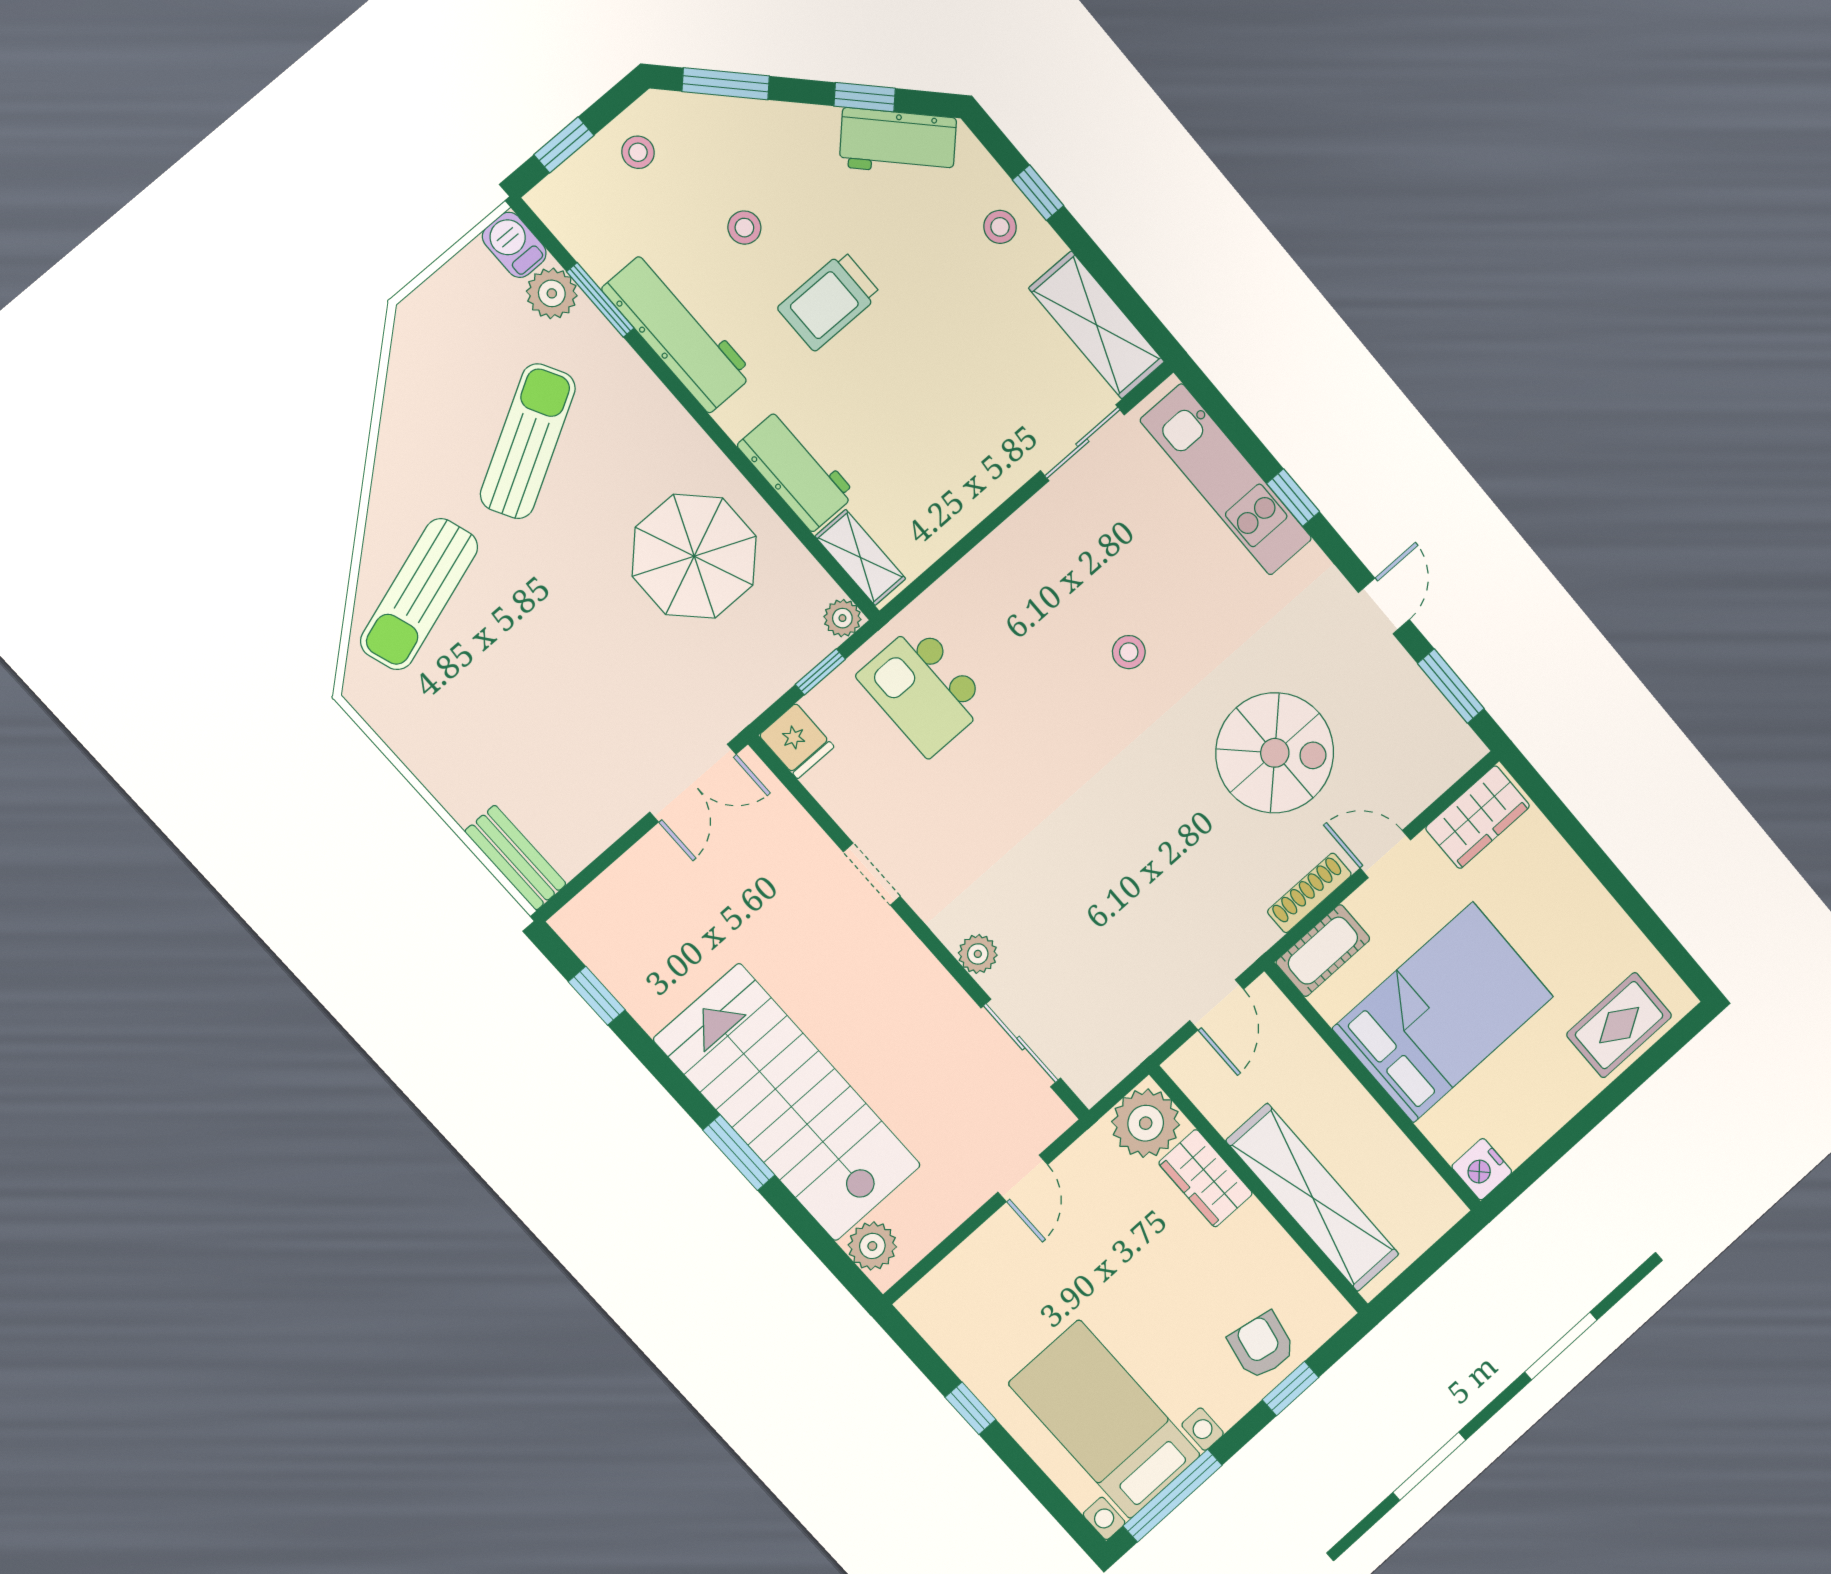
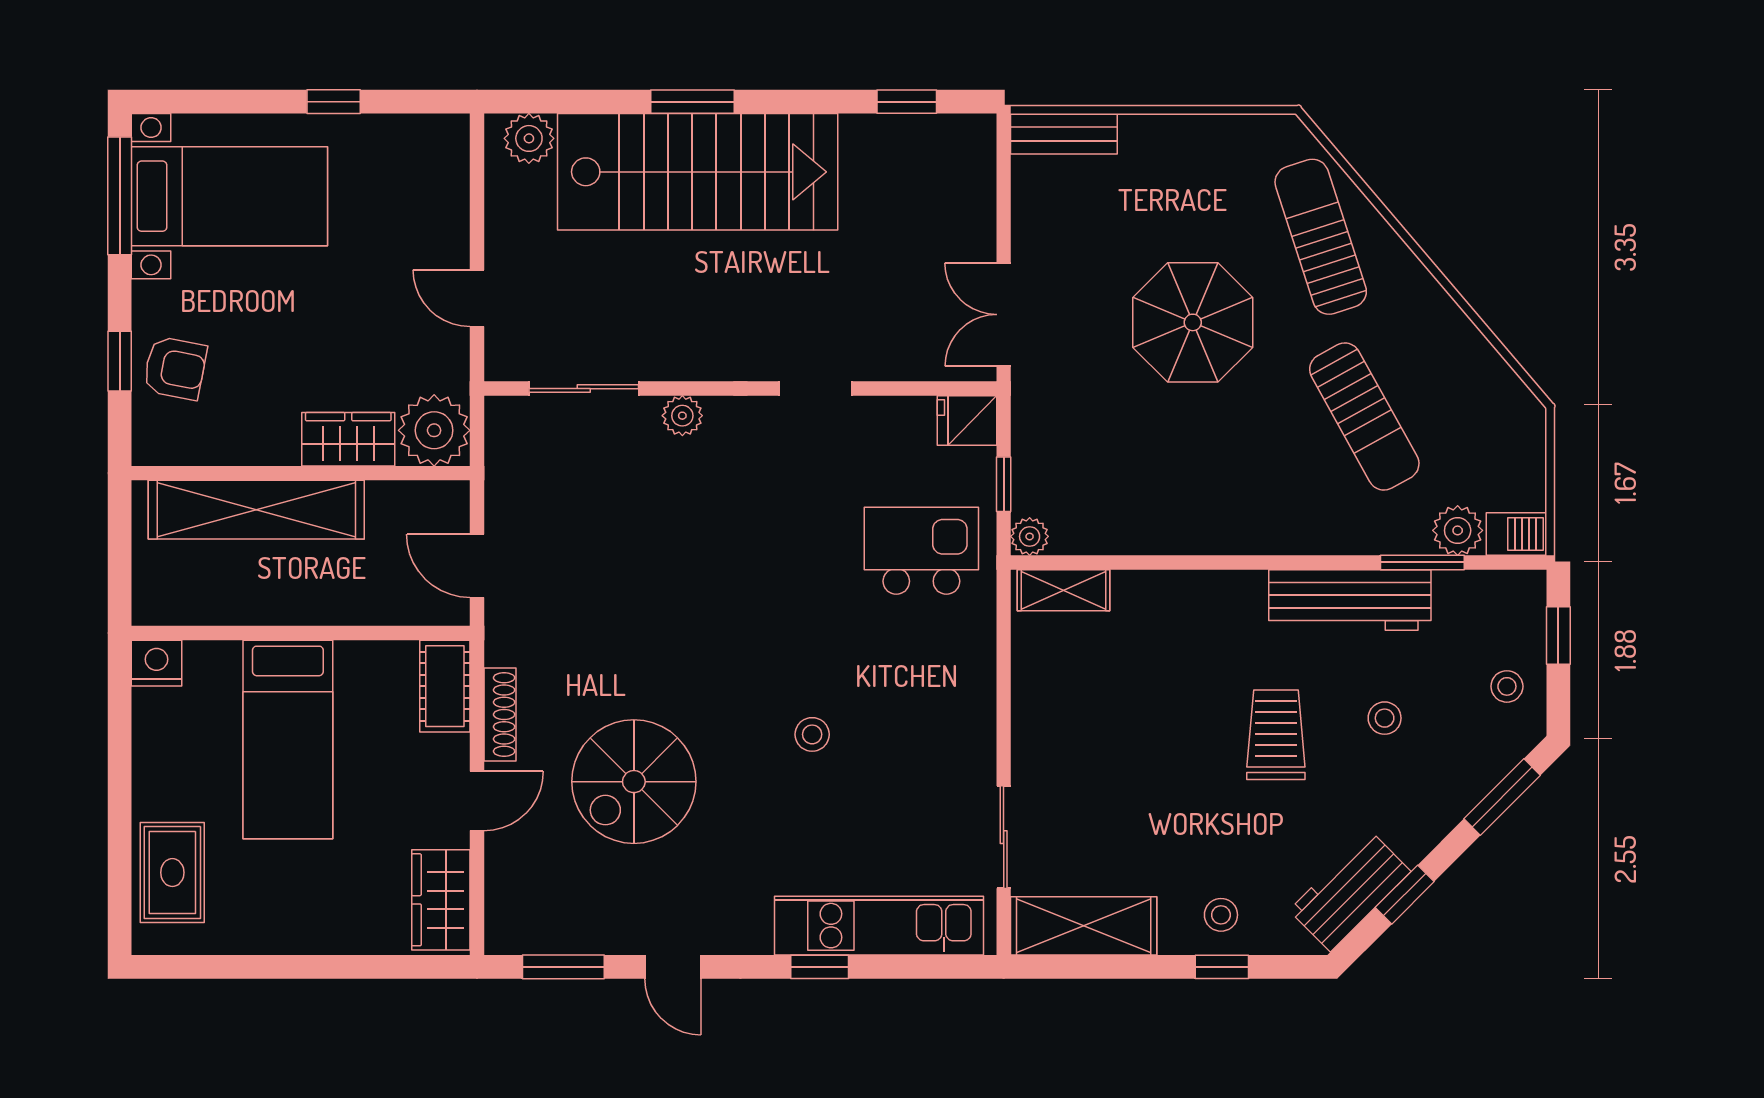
workbench: (797, 470) -> (1171, 599), removed
parasol: (694, 556) -> (1193, 322), moved
bed: (1443, 1012) -> (288, 739), width x0.67

